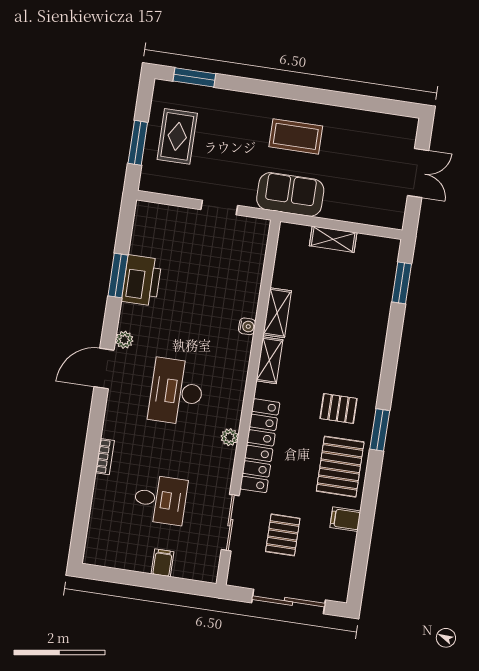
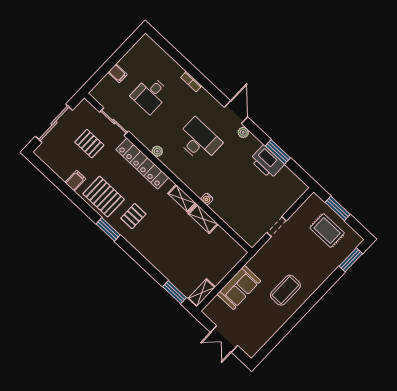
sofa: (290, 194) -> (239, 287), moved
shelving: (333, 239) -> (202, 293), moved

